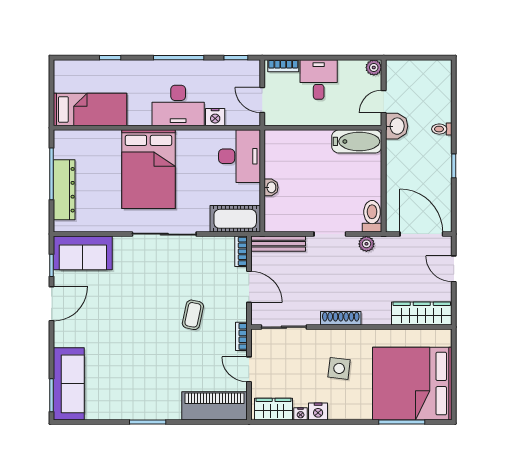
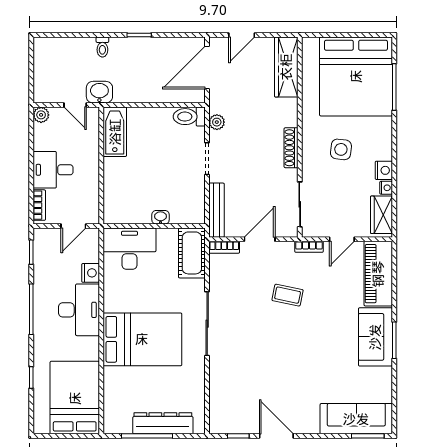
bed: (90, 109) -> (75, 398), width x1.50
sofa: (83, 253) -> (375, 337), moved, turned 180

